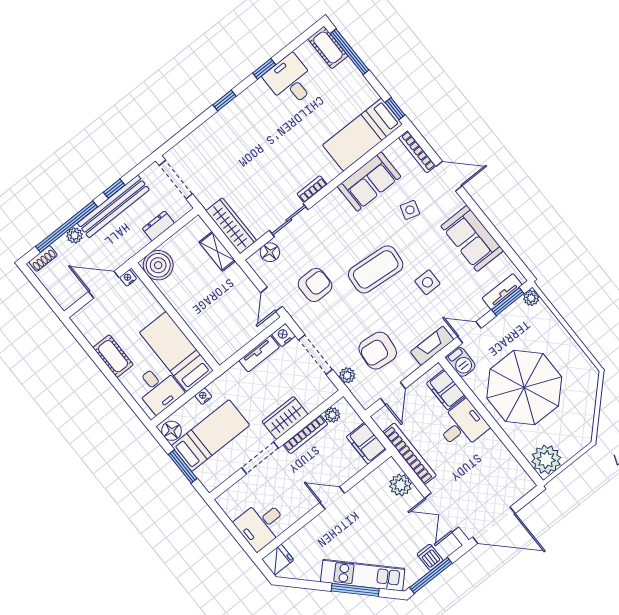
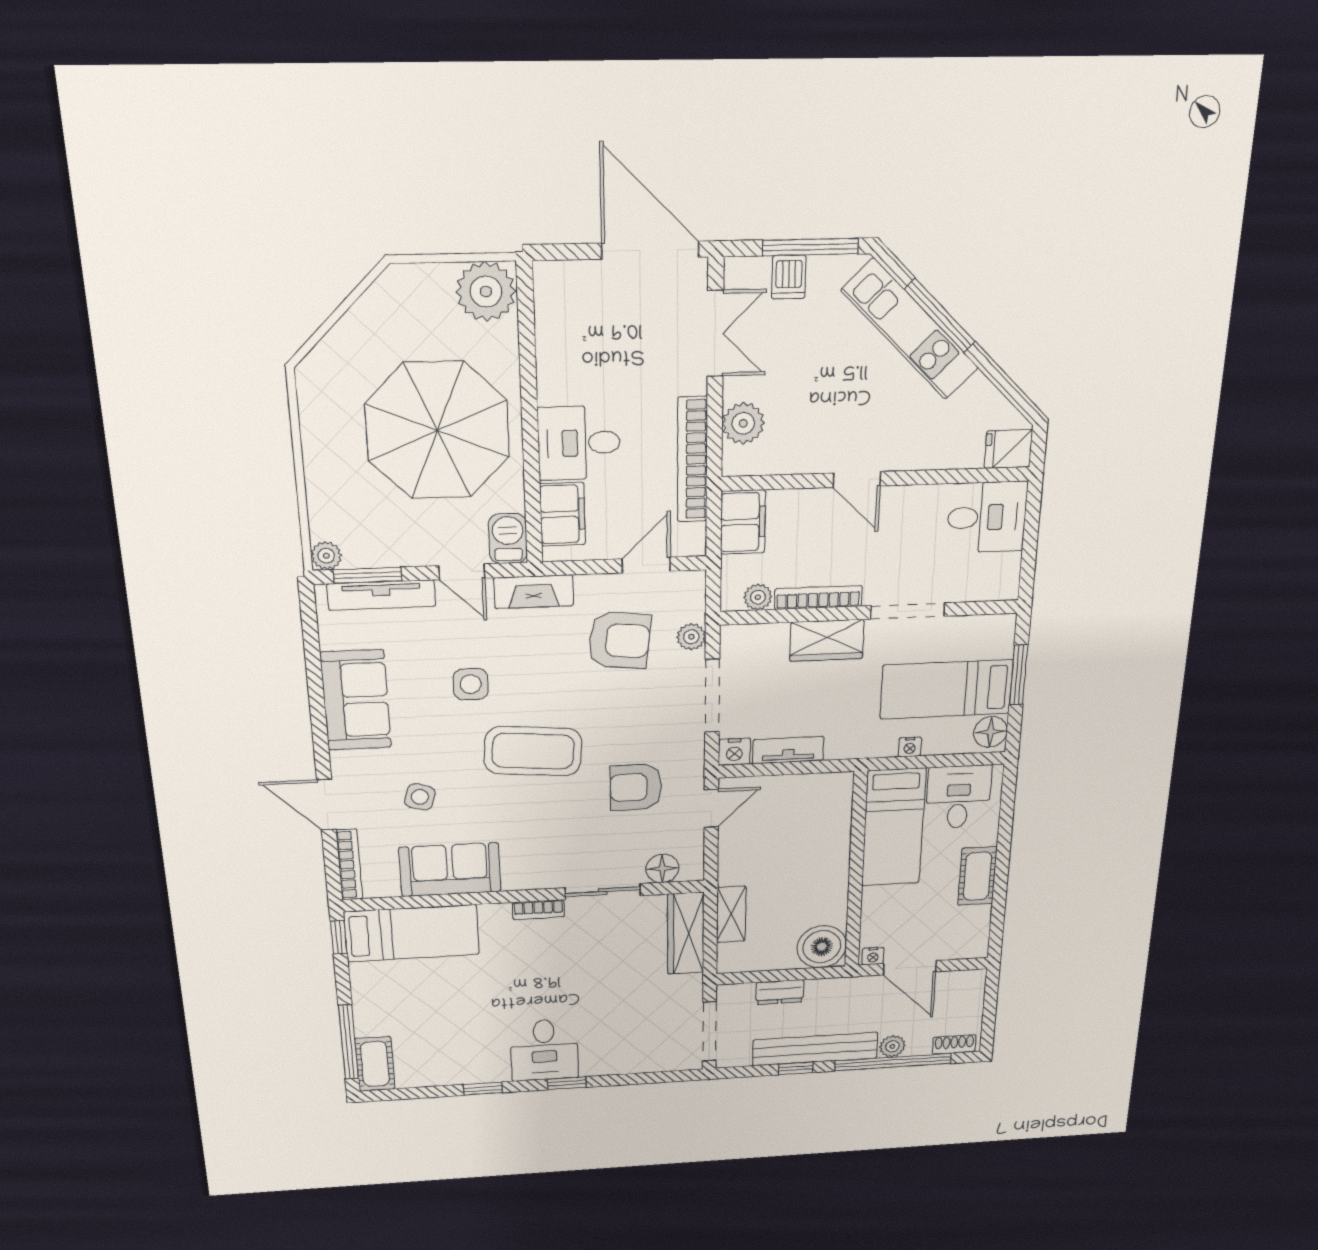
desk: (290, 81) -> (544, 1050), moved
tv unit: (502, 292) -> (381, 595), width x1.41

